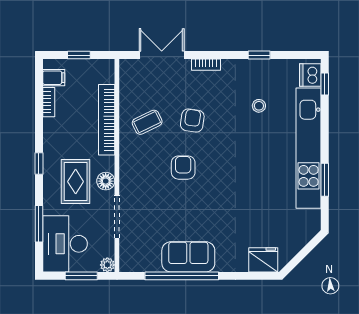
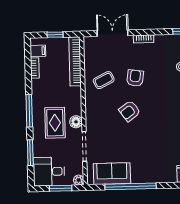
bookcase: (107, 120) -> (75, 61), moved
window: (39, 163) -> (29, 111), width x2.17
armchair: (183, 168) -> (130, 111), turned -126
desk: (65, 244) -> (49, 172), width x0.73
sofa: (188, 257) -> (112, 174), moved

